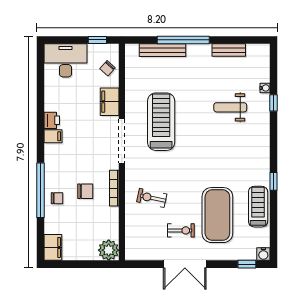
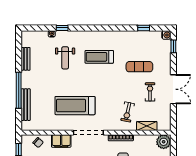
window: (274, 181) -> (144, 28), moved
treadmill: (258, 207) -> (99, 57), moved
exercise mat: (217, 215) -> (139, 67), width x0.50, depth x0.69
shelving: (131, 226) -> (147, 126), added

